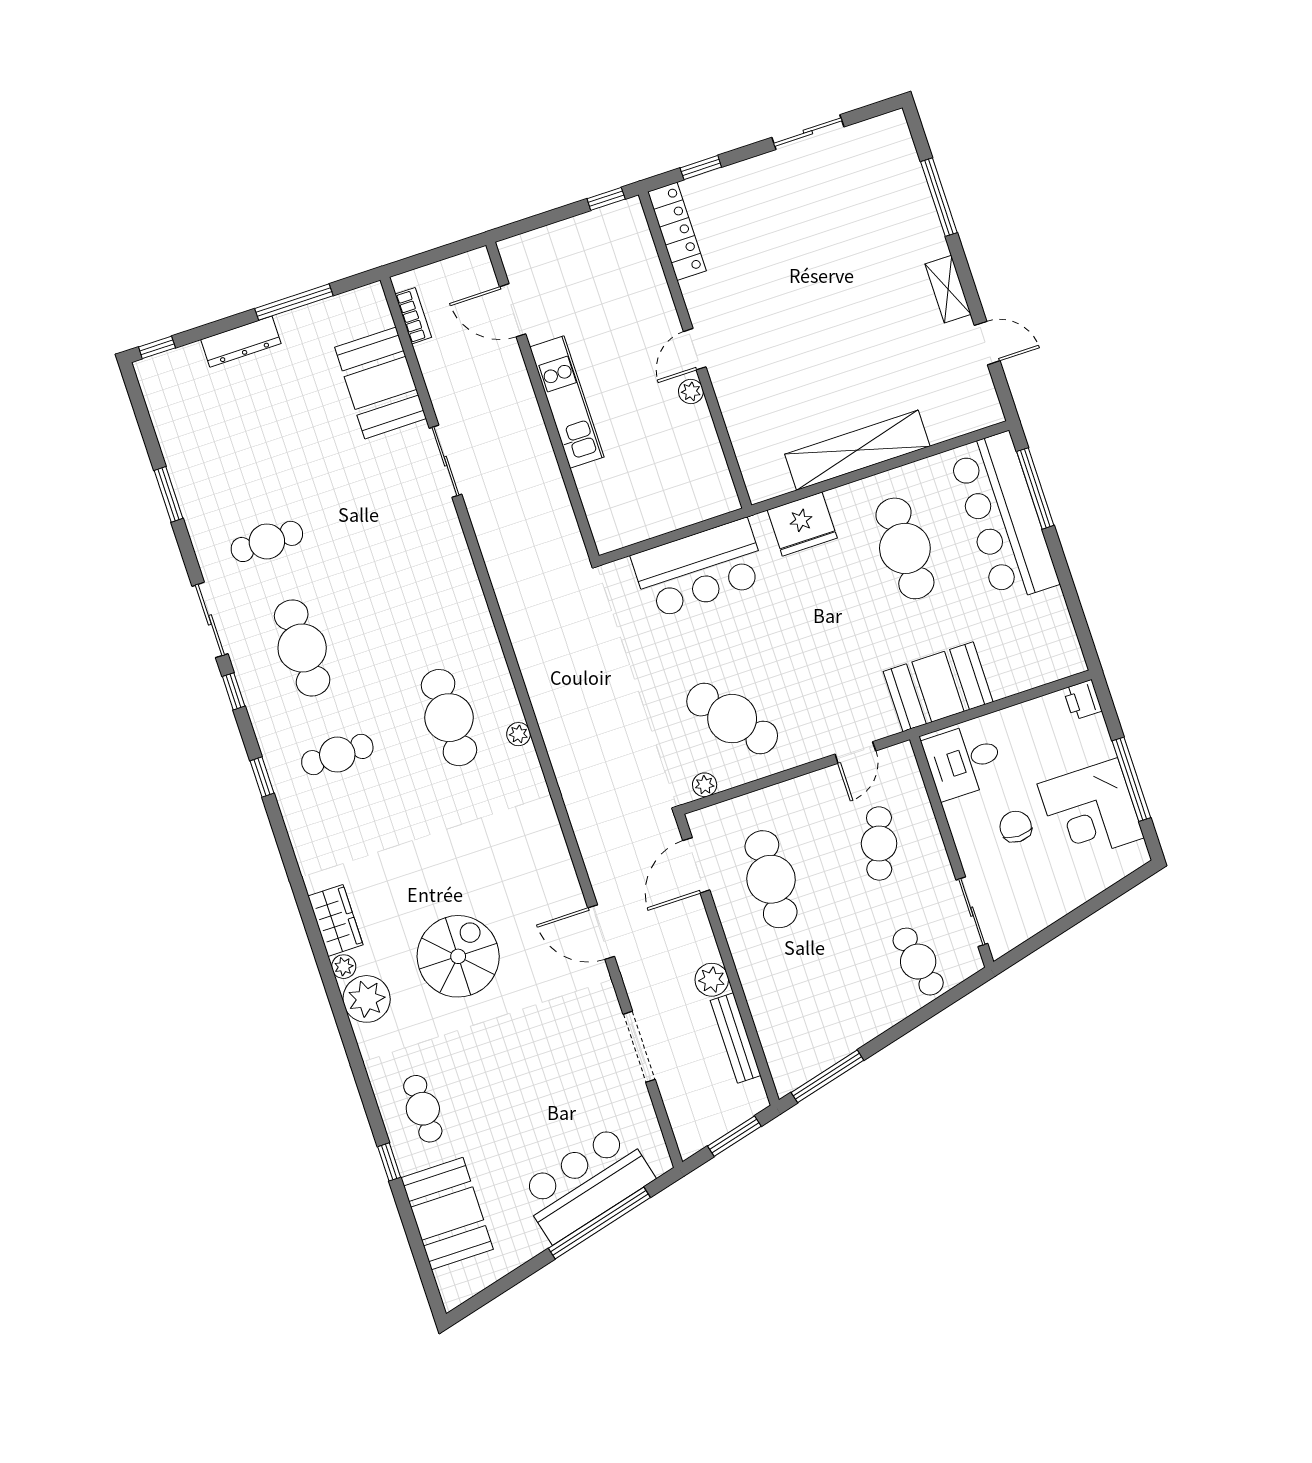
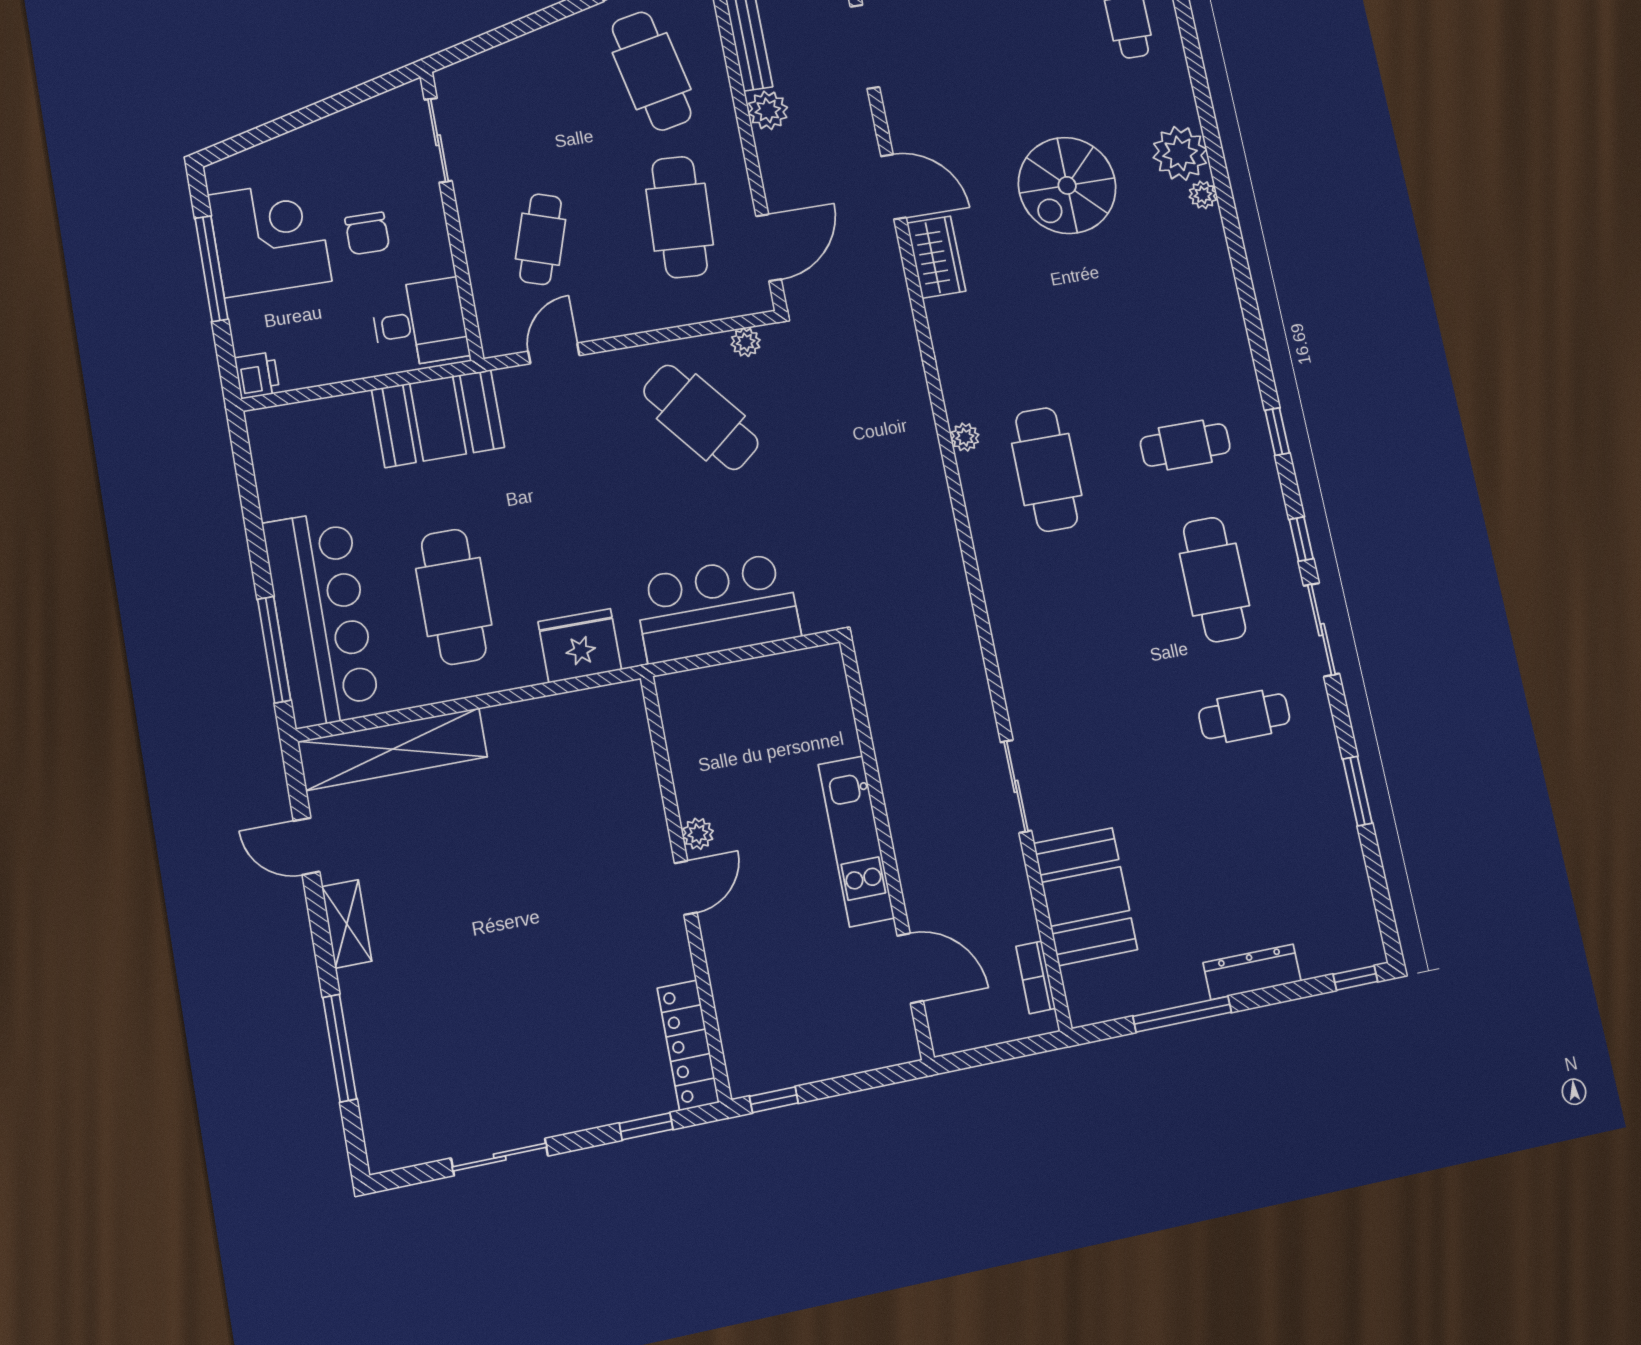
shelving: (857, 450) -> (393, 749), moved
wardrobe: (335, 920) -> (936, 257), moved, turned 180
cafe table: (918, 962) -> (652, 71), moved, width x1.37, depth x1.35

